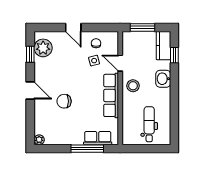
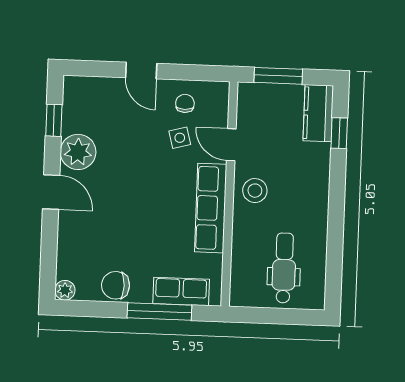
plant: (43, 48) -> (78, 152), moved
washbasin: (163, 79) -> (315, 179), removed
chair: (64, 101) -> (116, 285), moved

